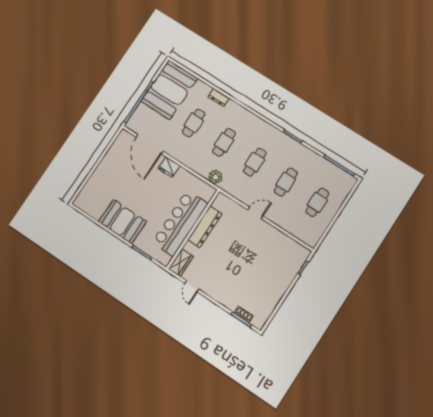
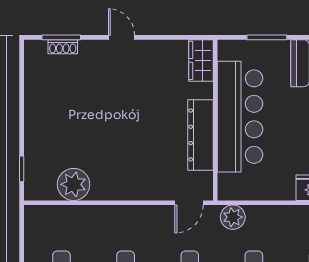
door: (255, 213) -> (189, 203), moved
plant: (282, 243) -> (74, 184), added
door: (192, 286) -> (122, 37), moved

